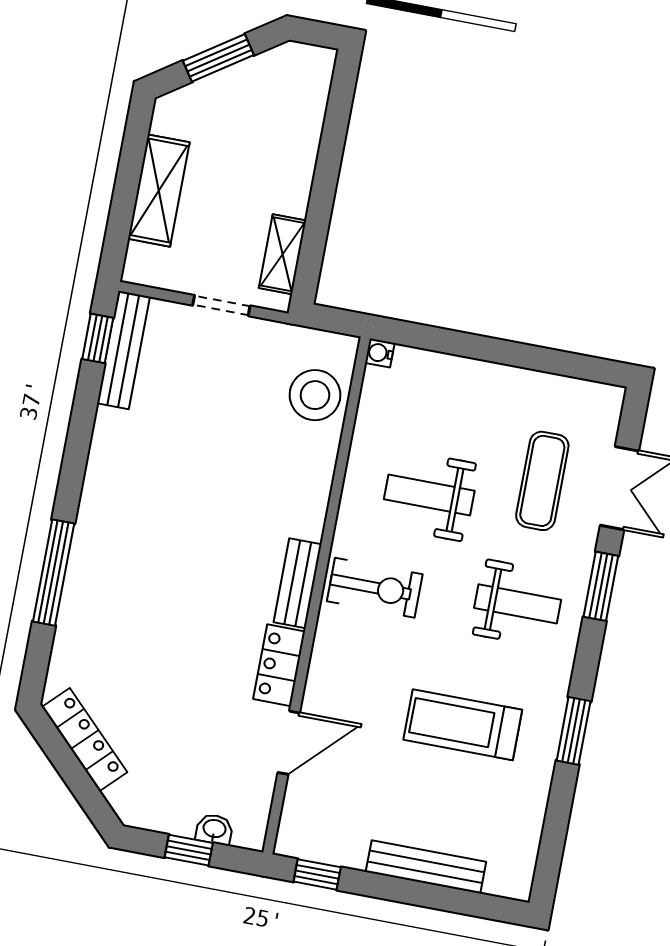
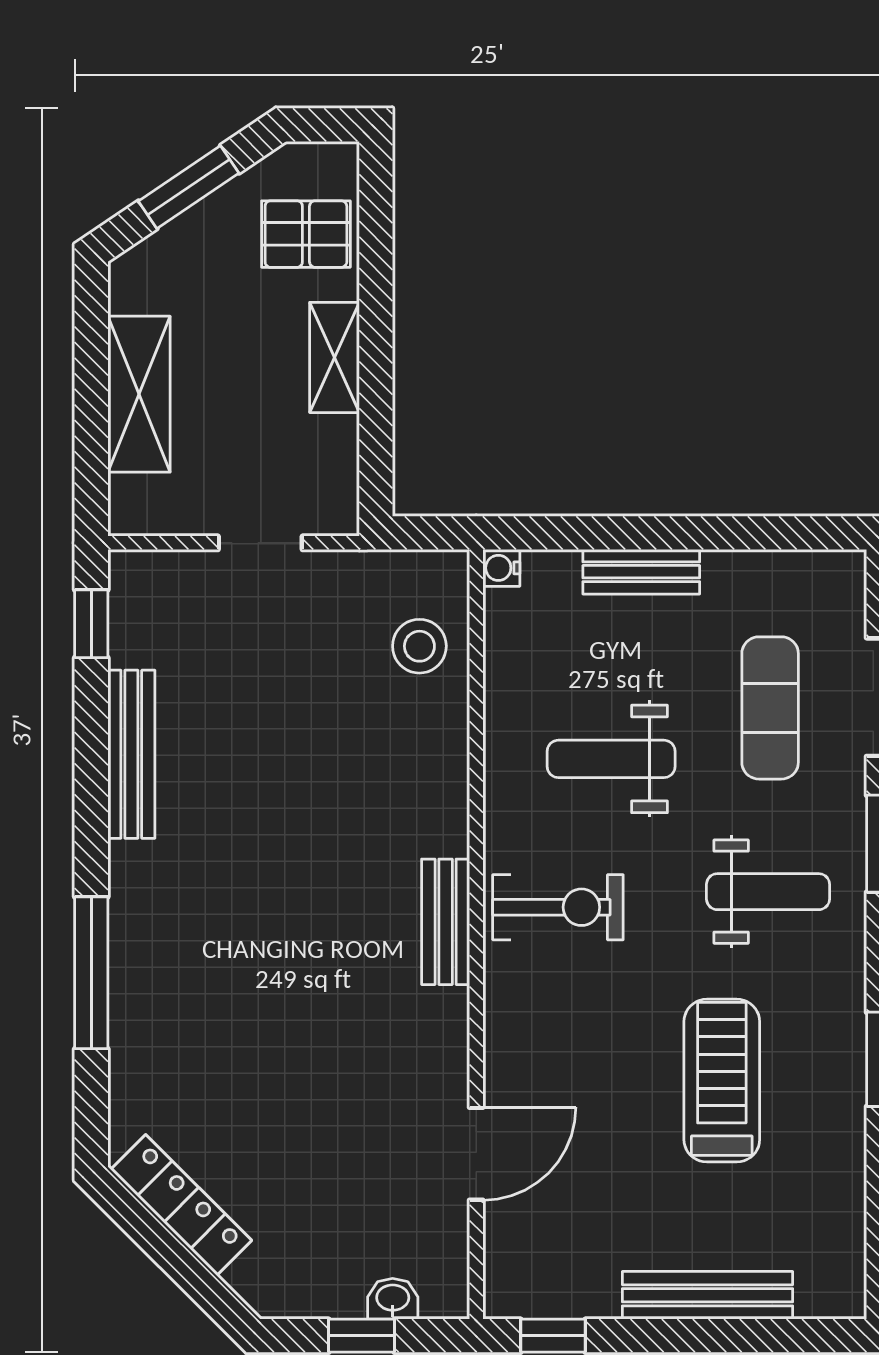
pallet: (291, 104) -> (306, 234), added
shelving: (283, 254) -> (334, 357), moved
bench: (123, 350) -> (131, 754), moved
bench: (473, 373) -> (641, 572), added
stool: (315, 395) -> (419, 646), width x0.73, depth x0.73
locker: (279, 665) -> (441, 1045), removed
treadmill: (463, 725) -> (722, 1081), turned 90

